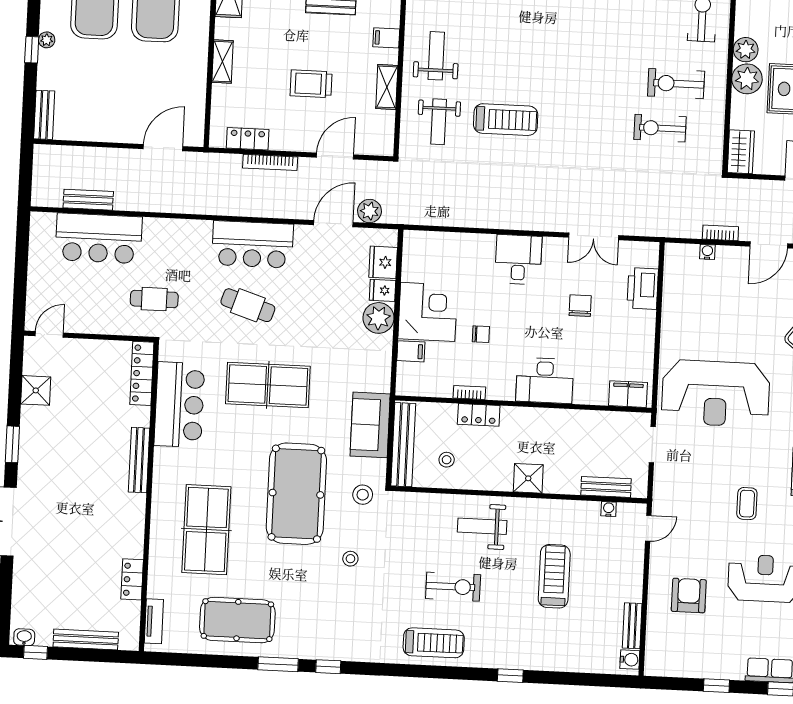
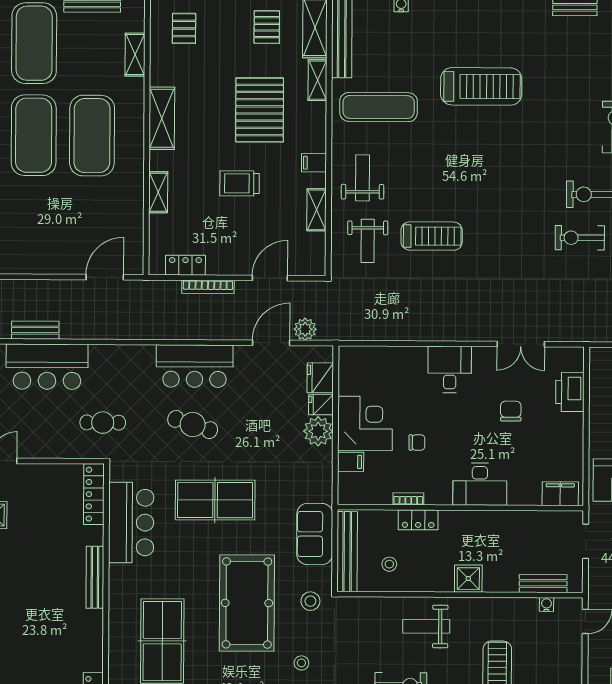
trolley: (311, 84) -> (240, 183), moved

